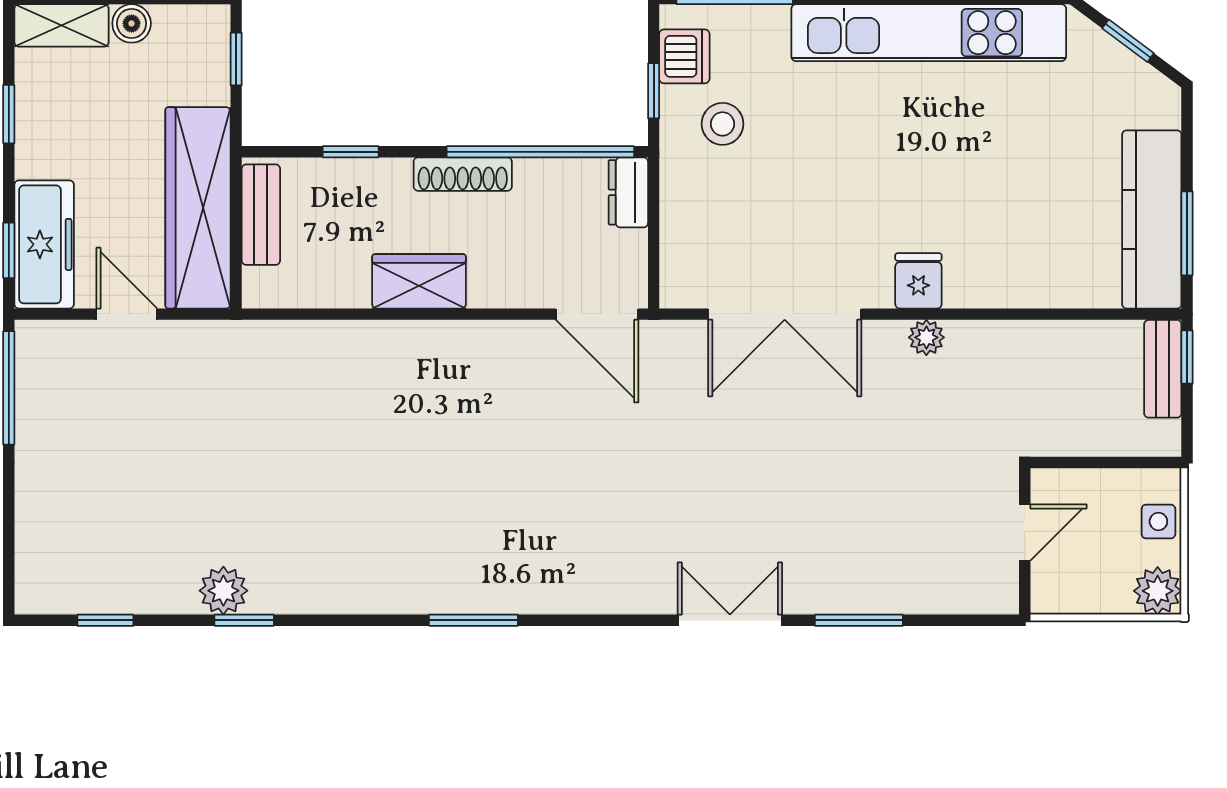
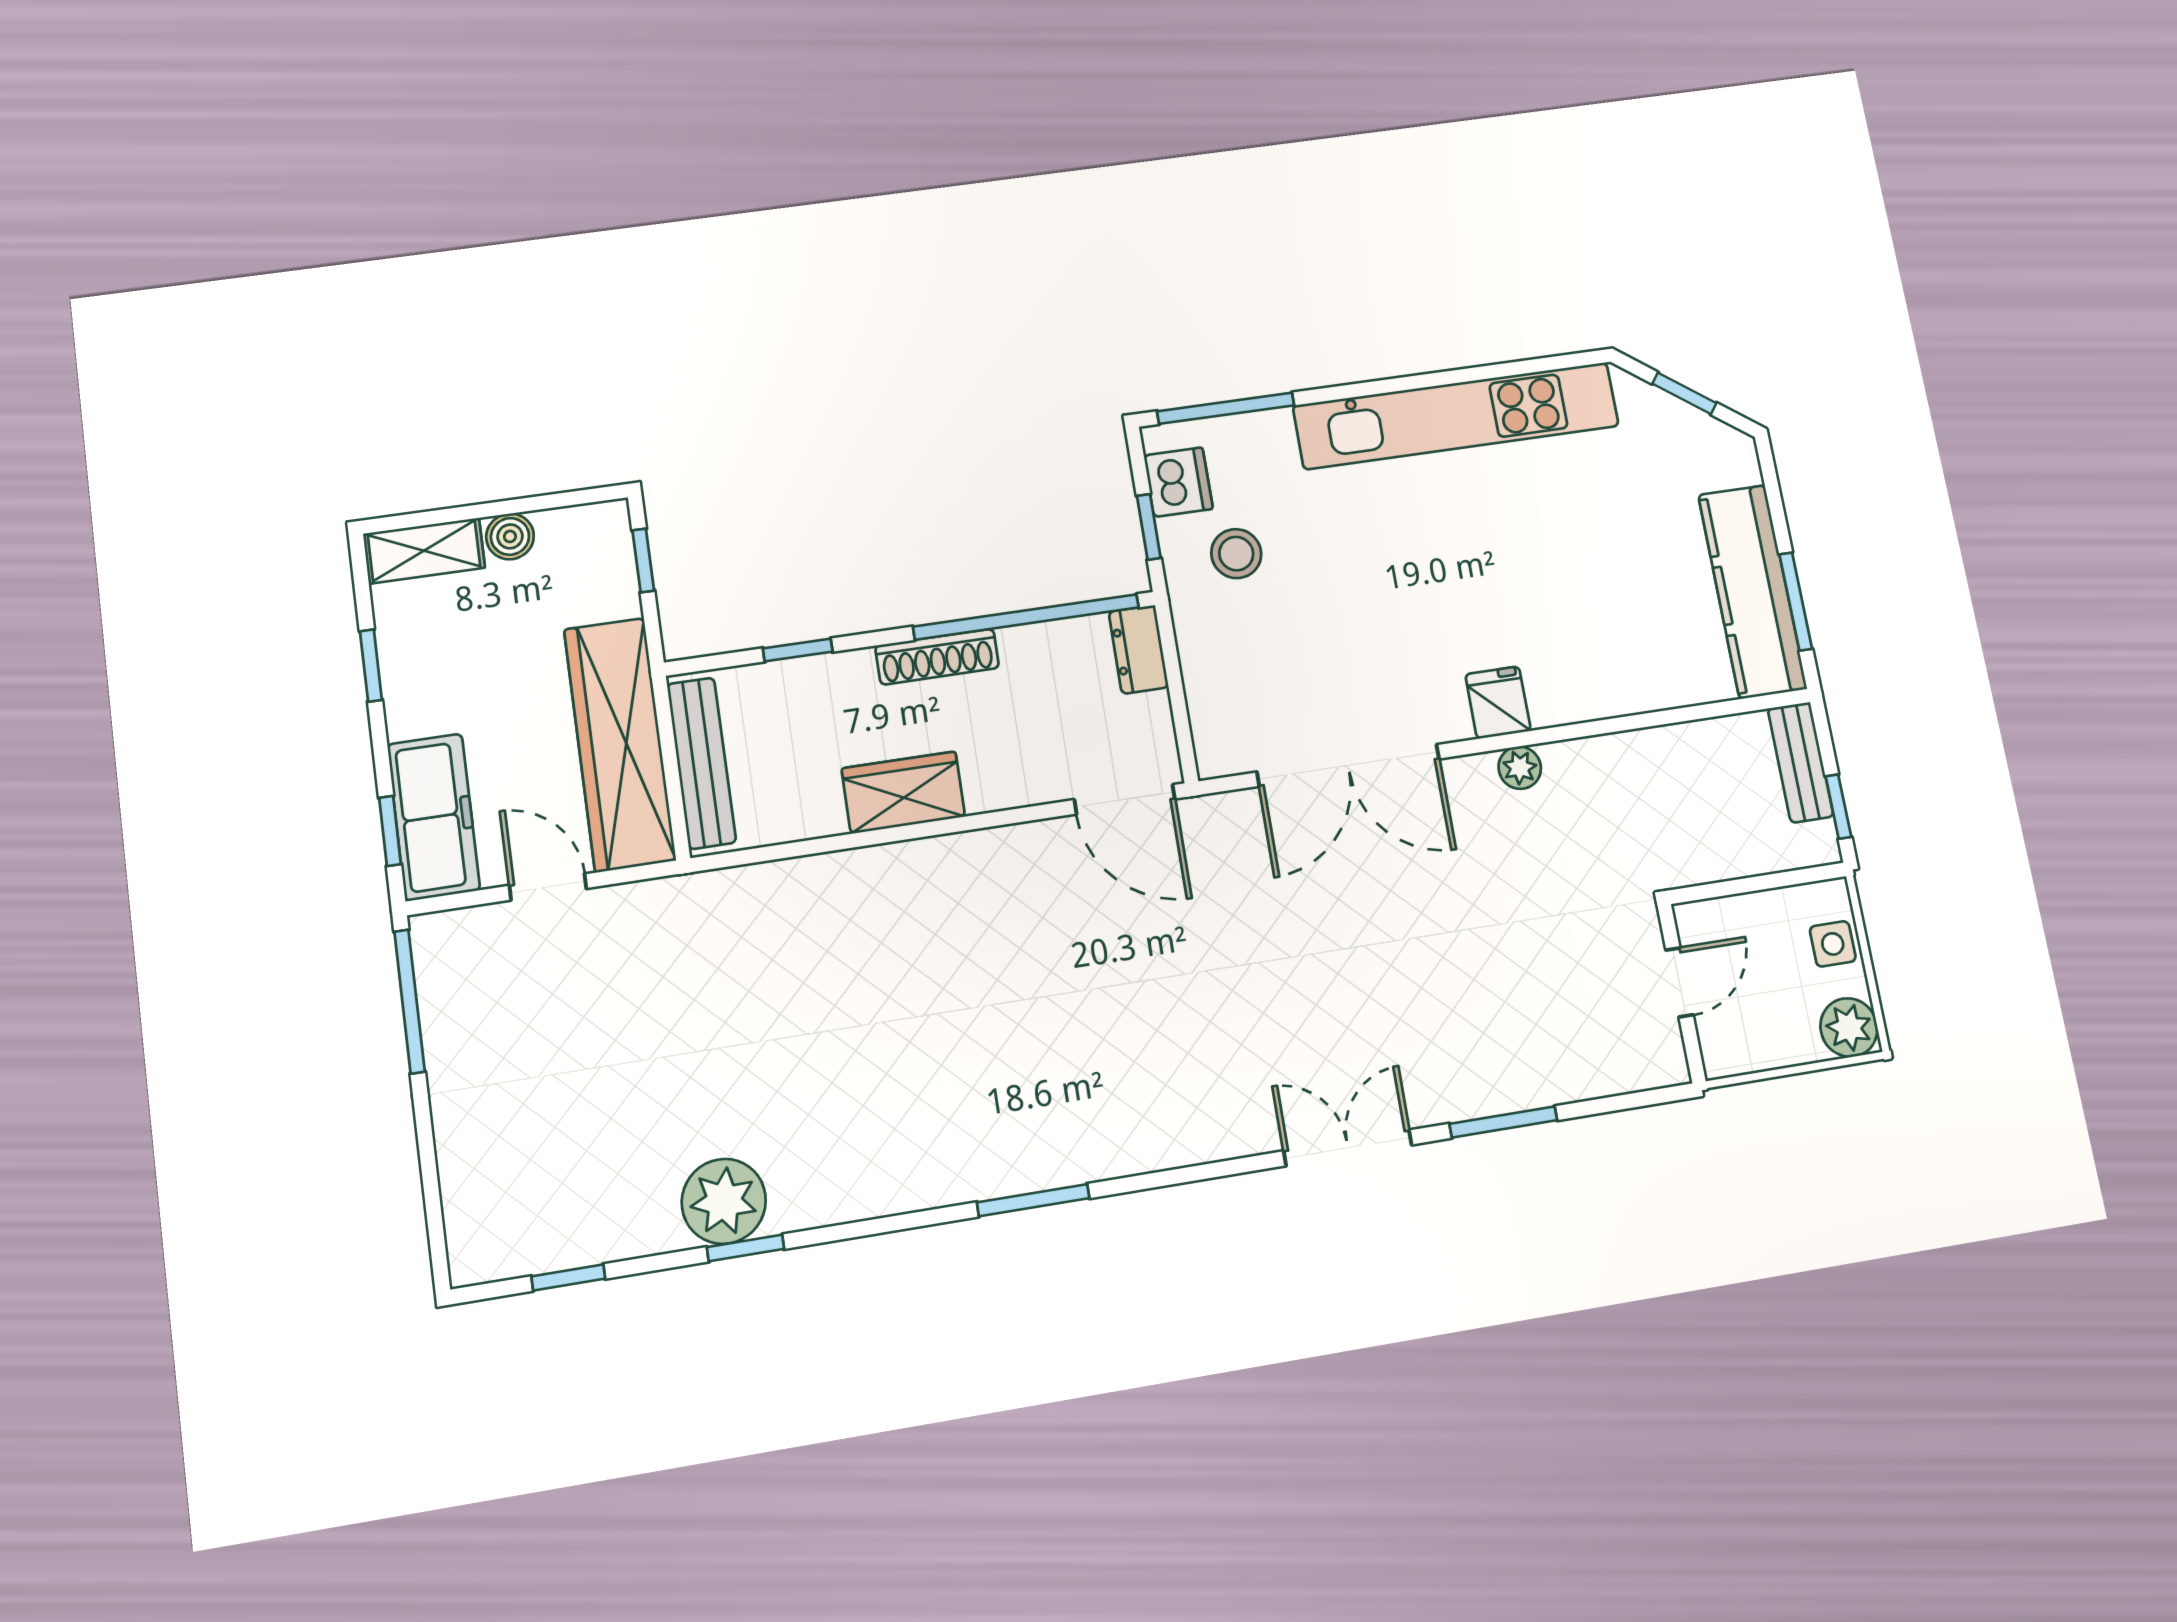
bench: (261, 215) -> (701, 763), width x1.36
window: (1187, 357) -> (1838, 807), moved
plant: (223, 591) -> (724, 1201), width x1.36, depth x1.36

